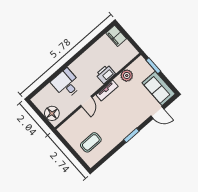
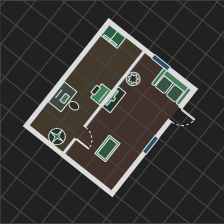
printer: (106, 74) -> (100, 93), moved
door: (86, 101) -> (80, 133), moved
coffee table: (91, 142) -> (107, 149), moved

